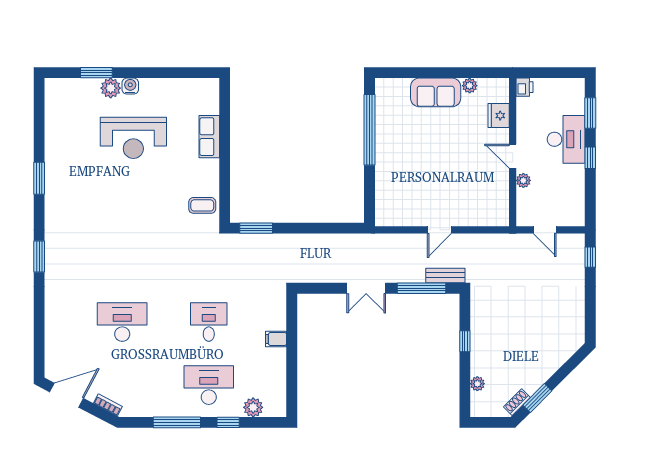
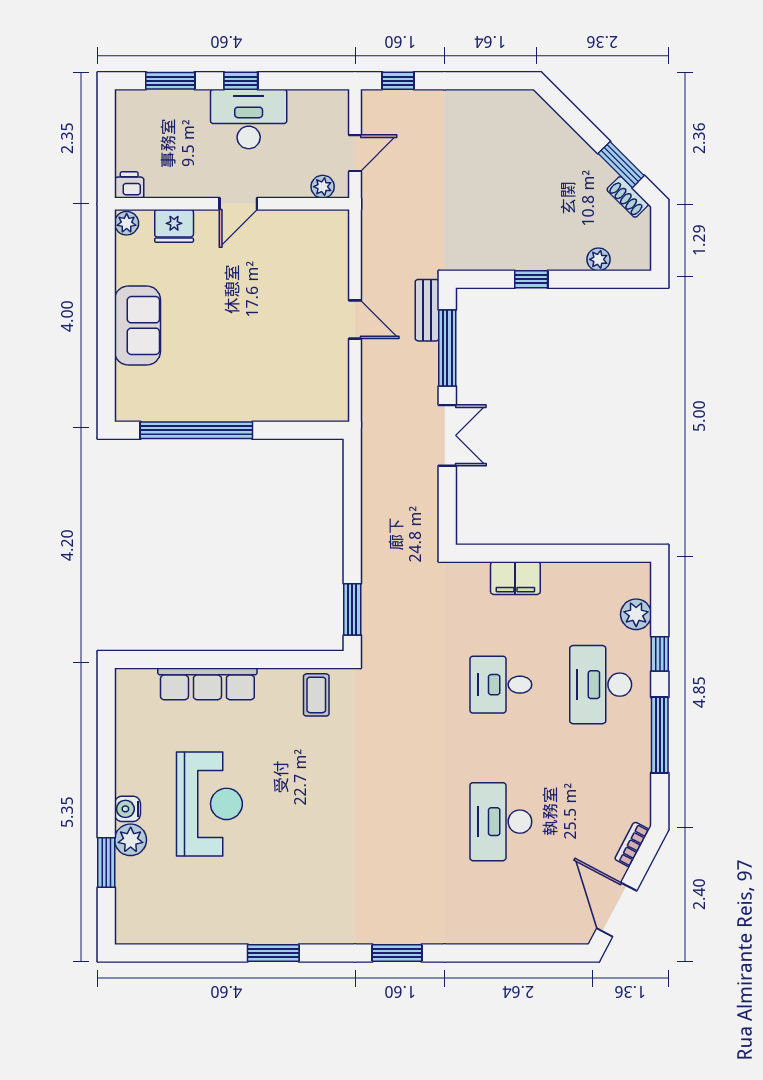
plant: (470, 86) -> (127, 223), moved
row of seats: (209, 137) -> (207, 684), width x1.48
desk: (566, 139) -> (249, 119), moved
plant: (523, 180) -> (323, 187), moved
filing cabinet: (276, 339) -> (515, 578), width x2.00

